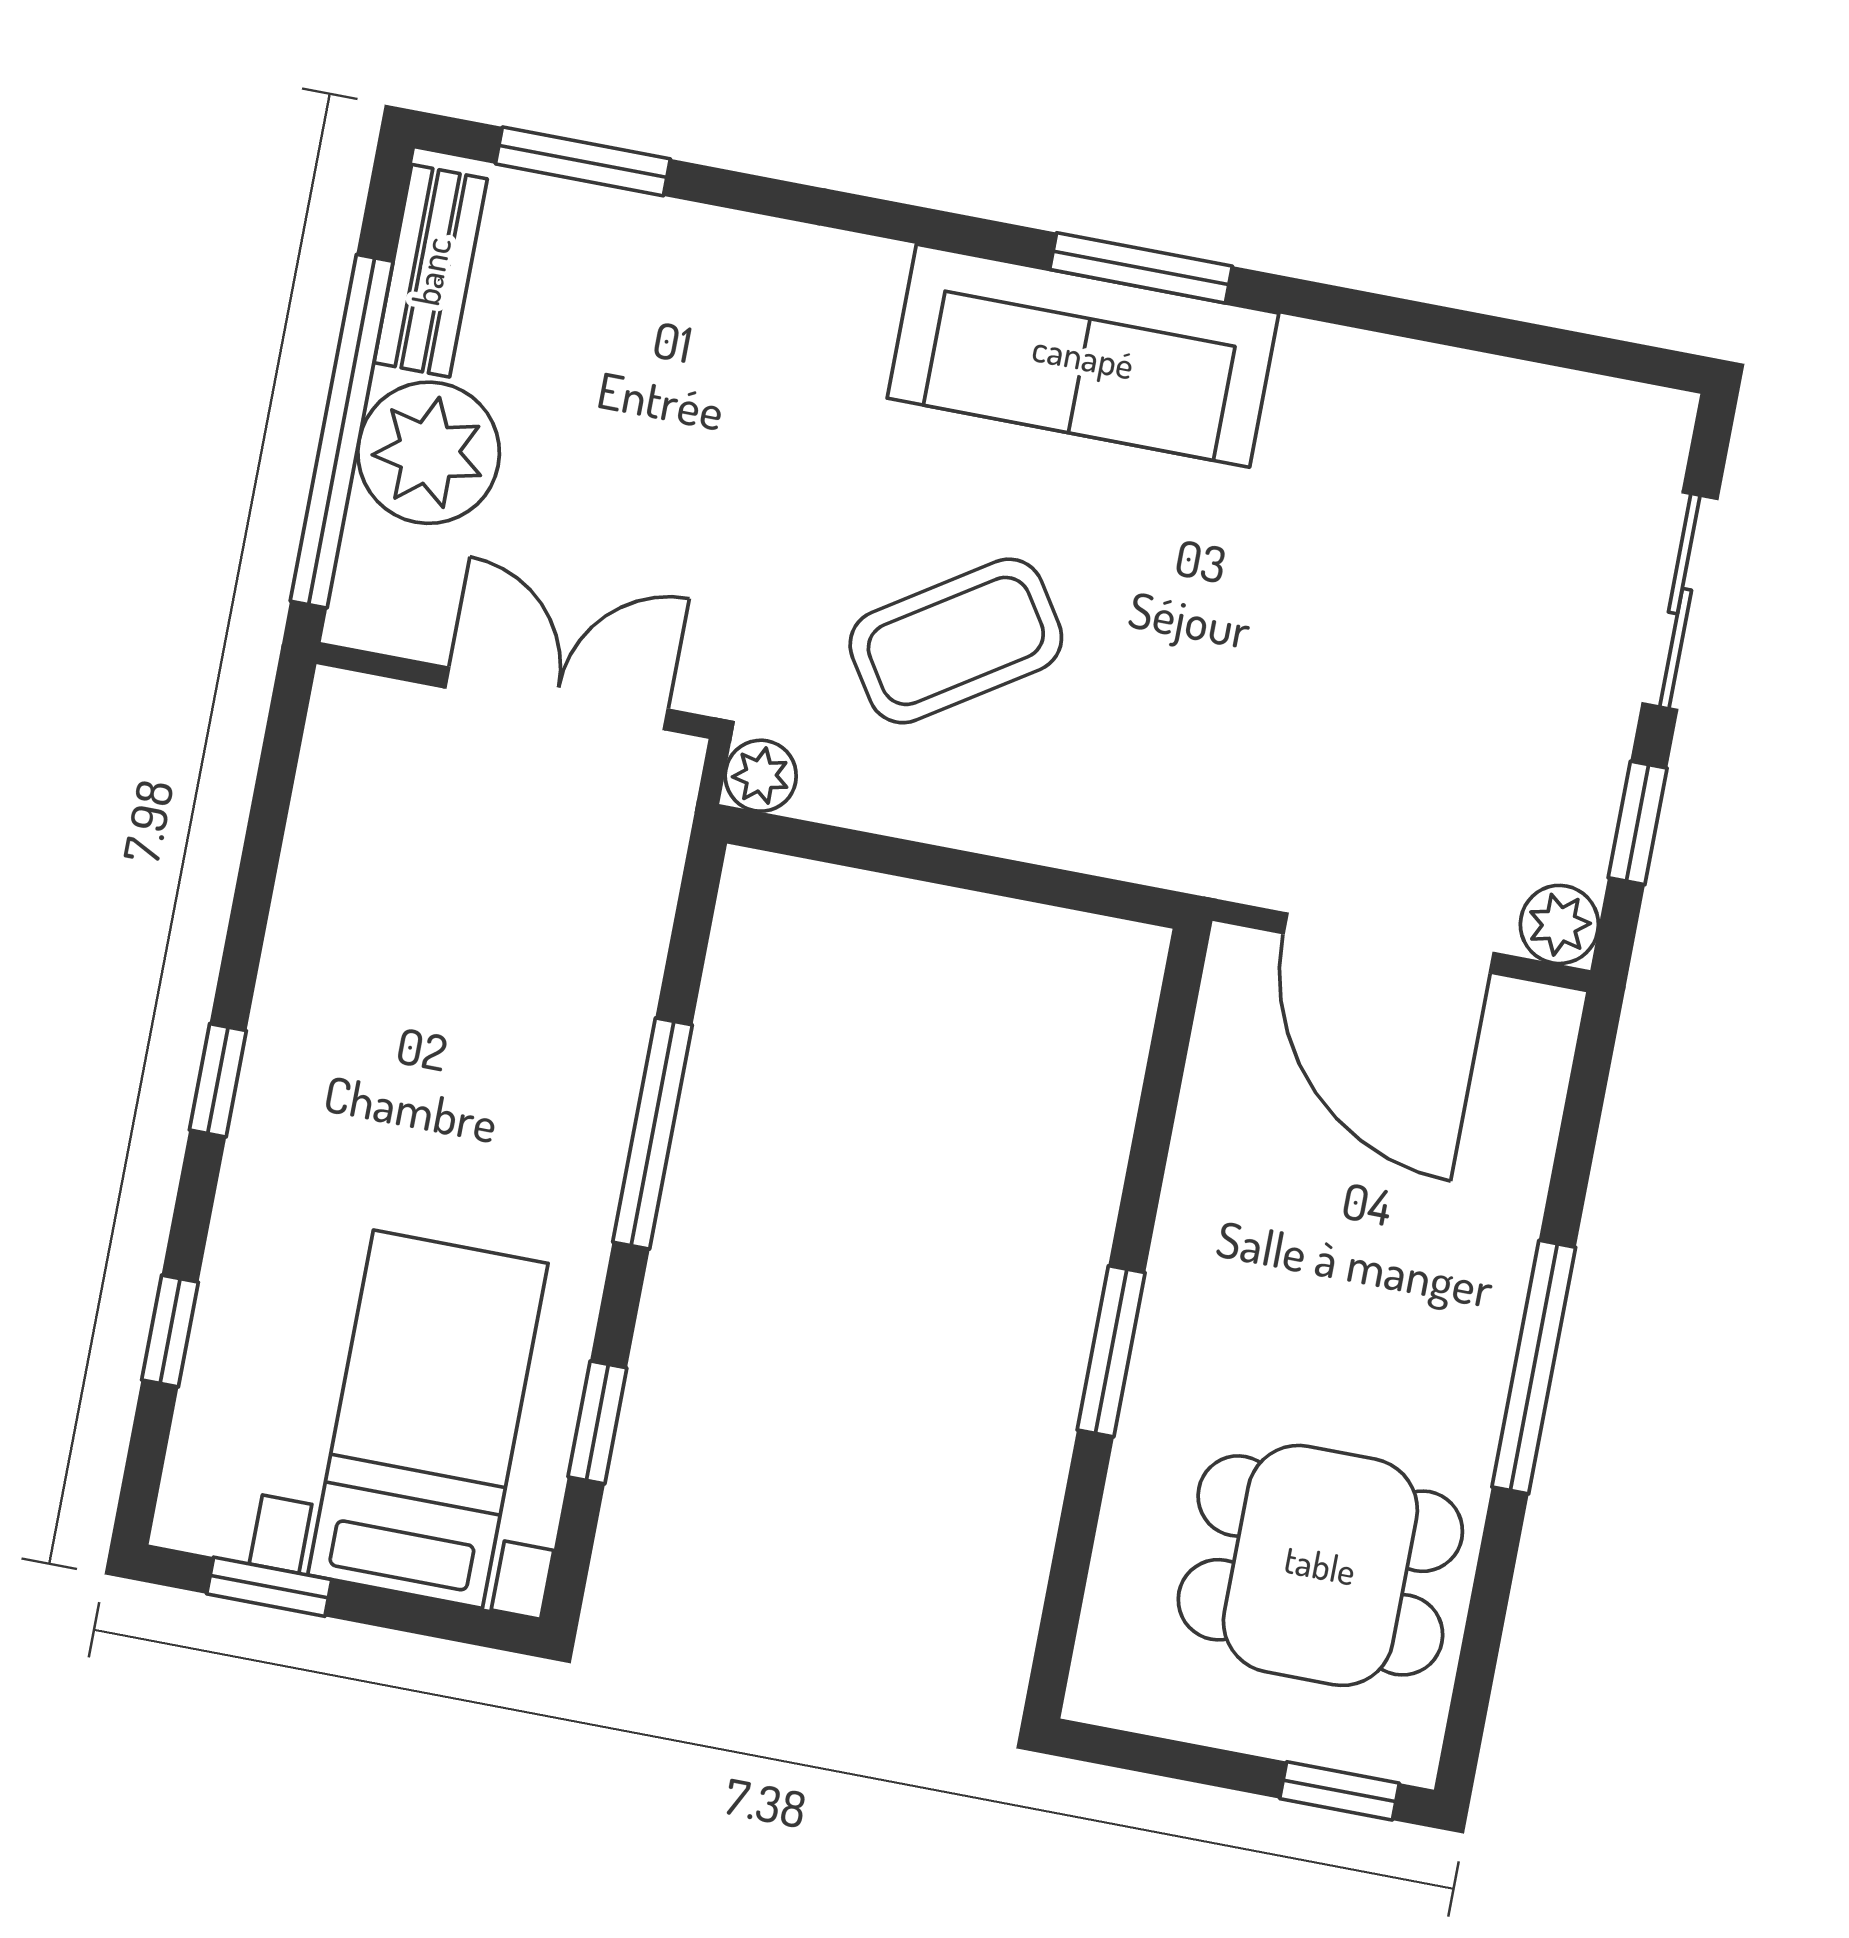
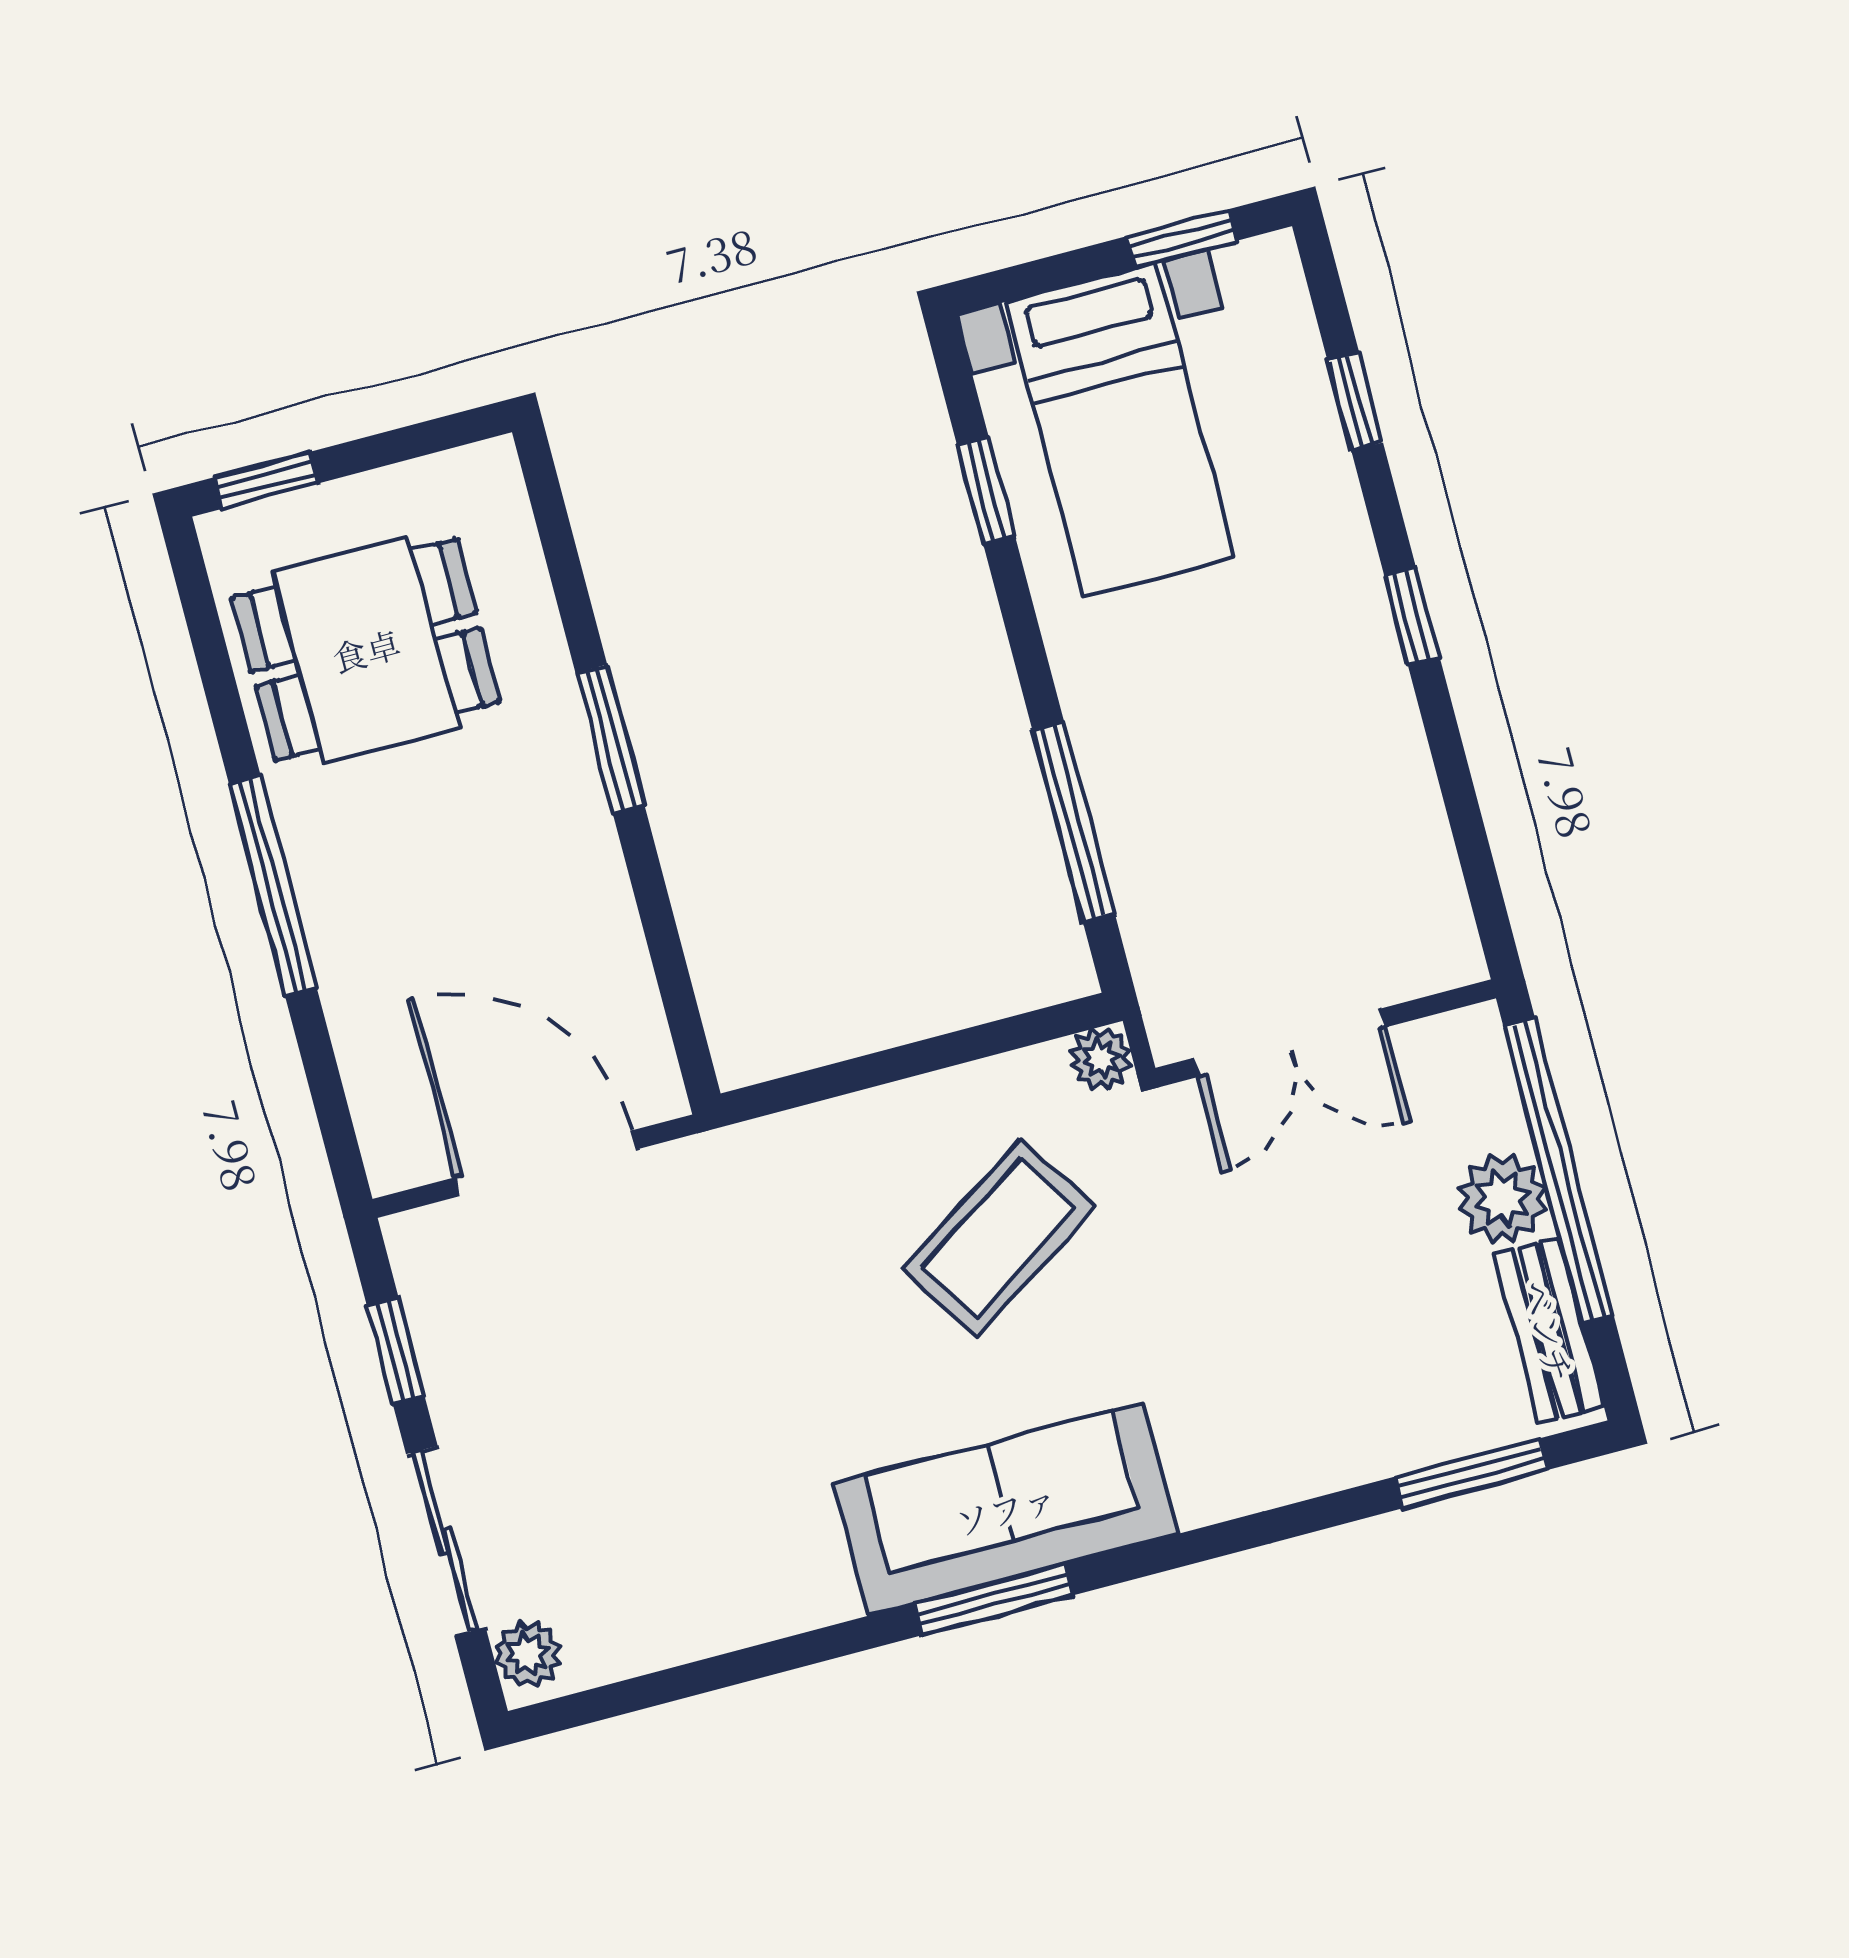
plant: (429, 453) -> (1502, 1199), width x0.73, depth x0.73
plant: (1559, 924) -> (528, 1654), moved
window: (652, 1134) -> (1074, 822), moved

